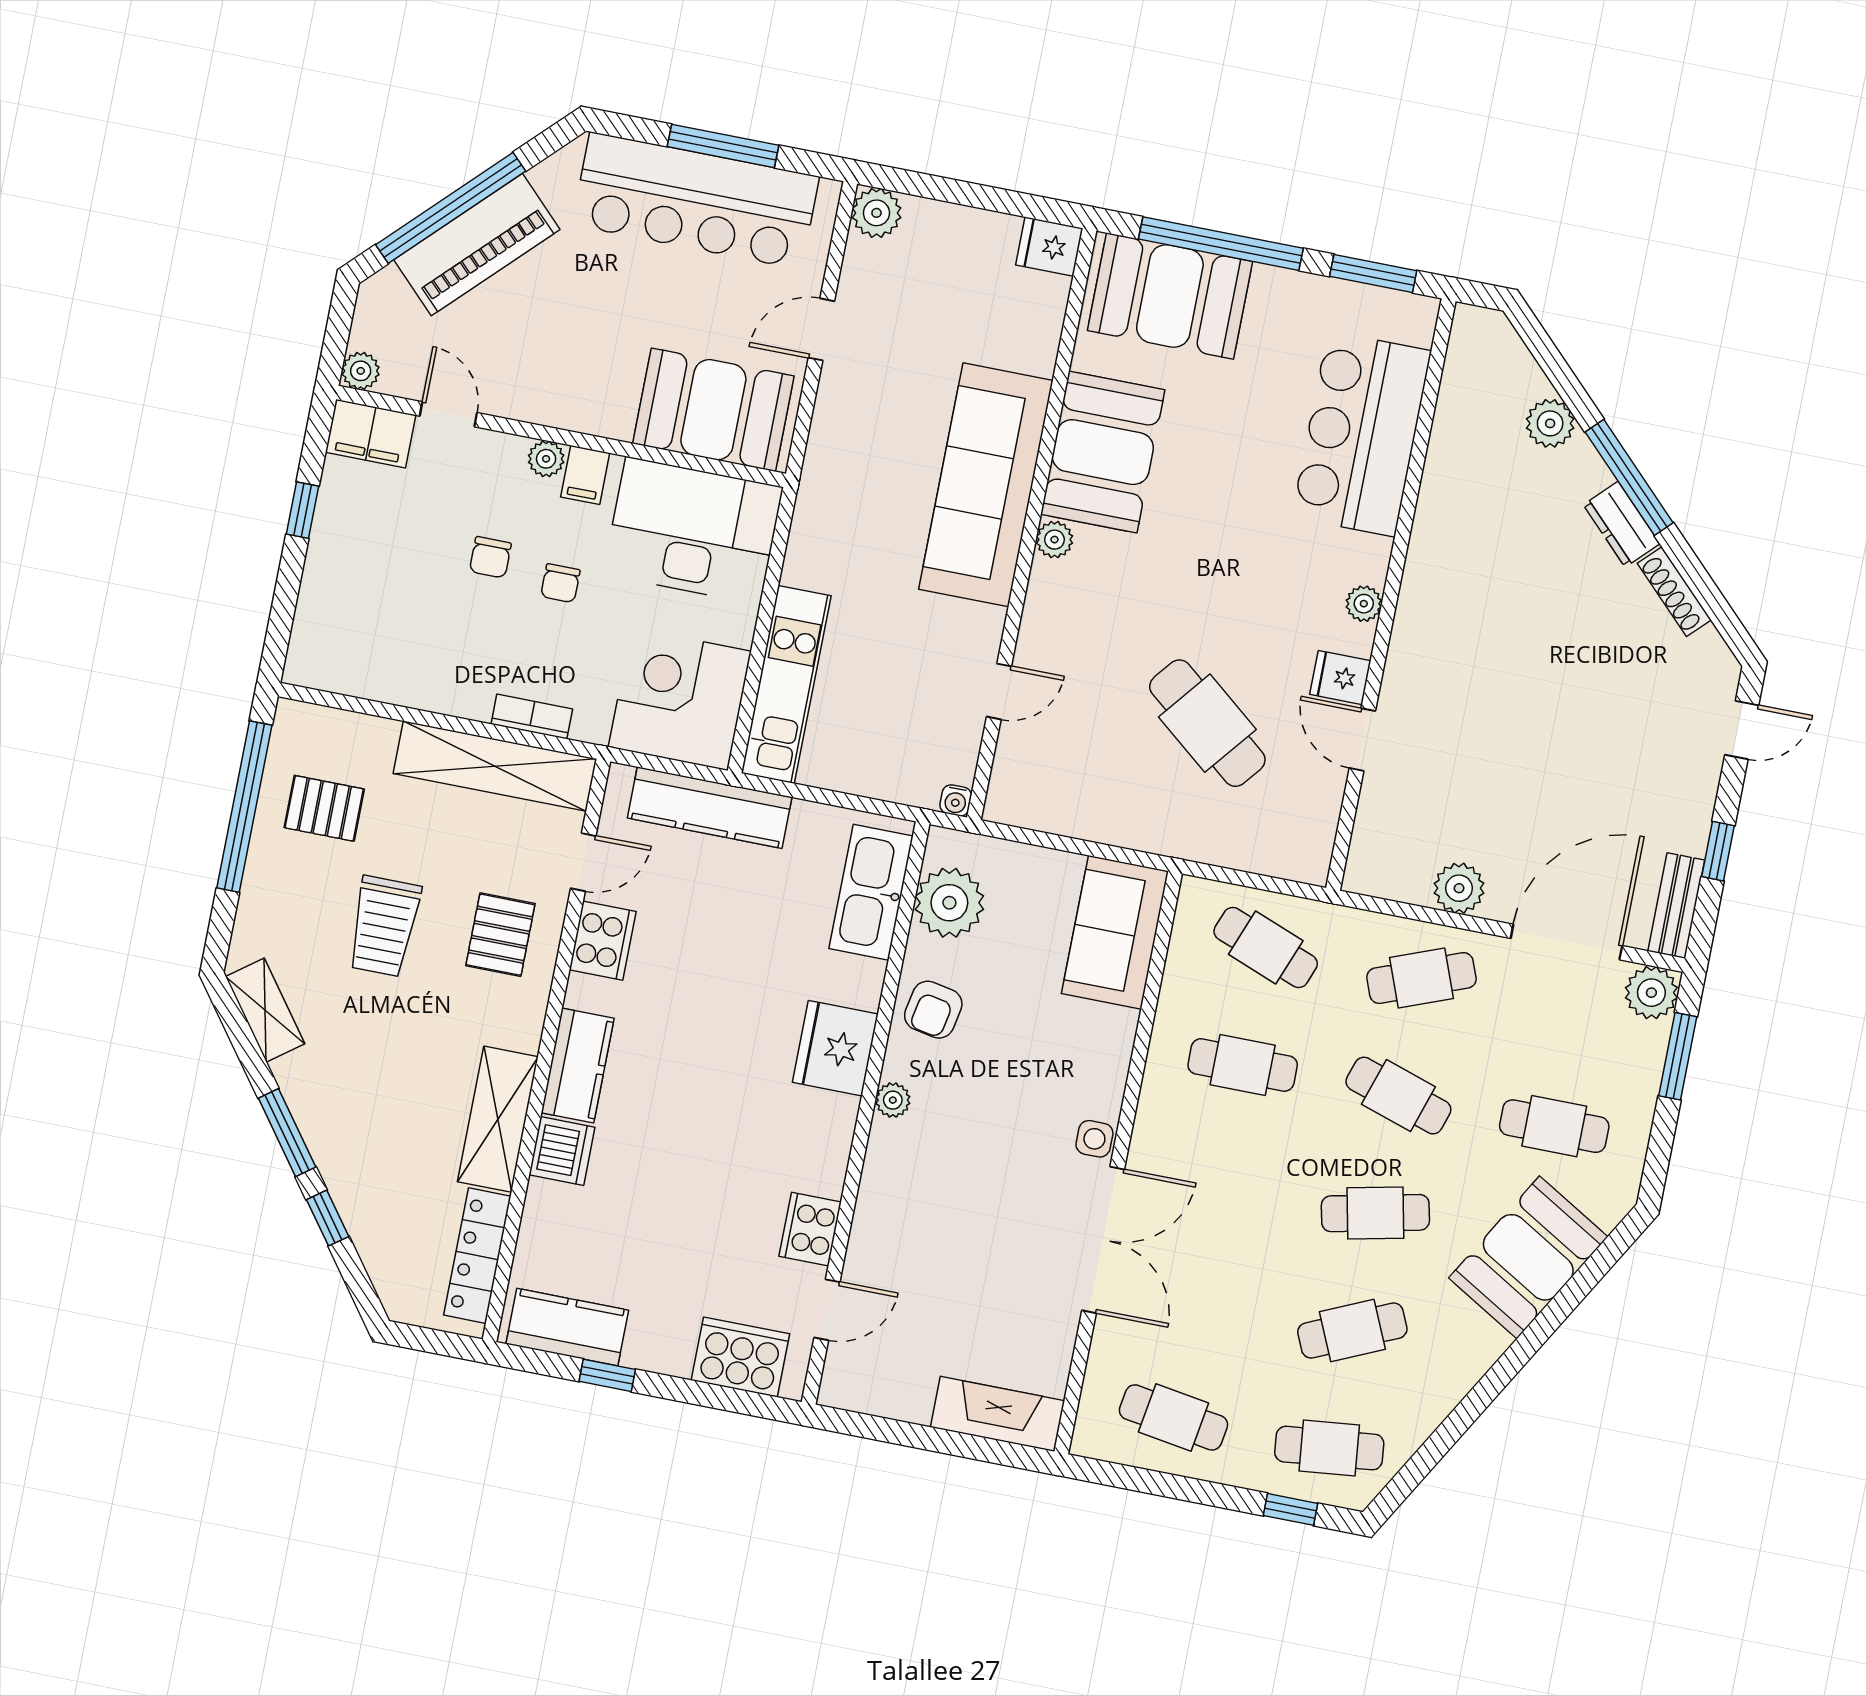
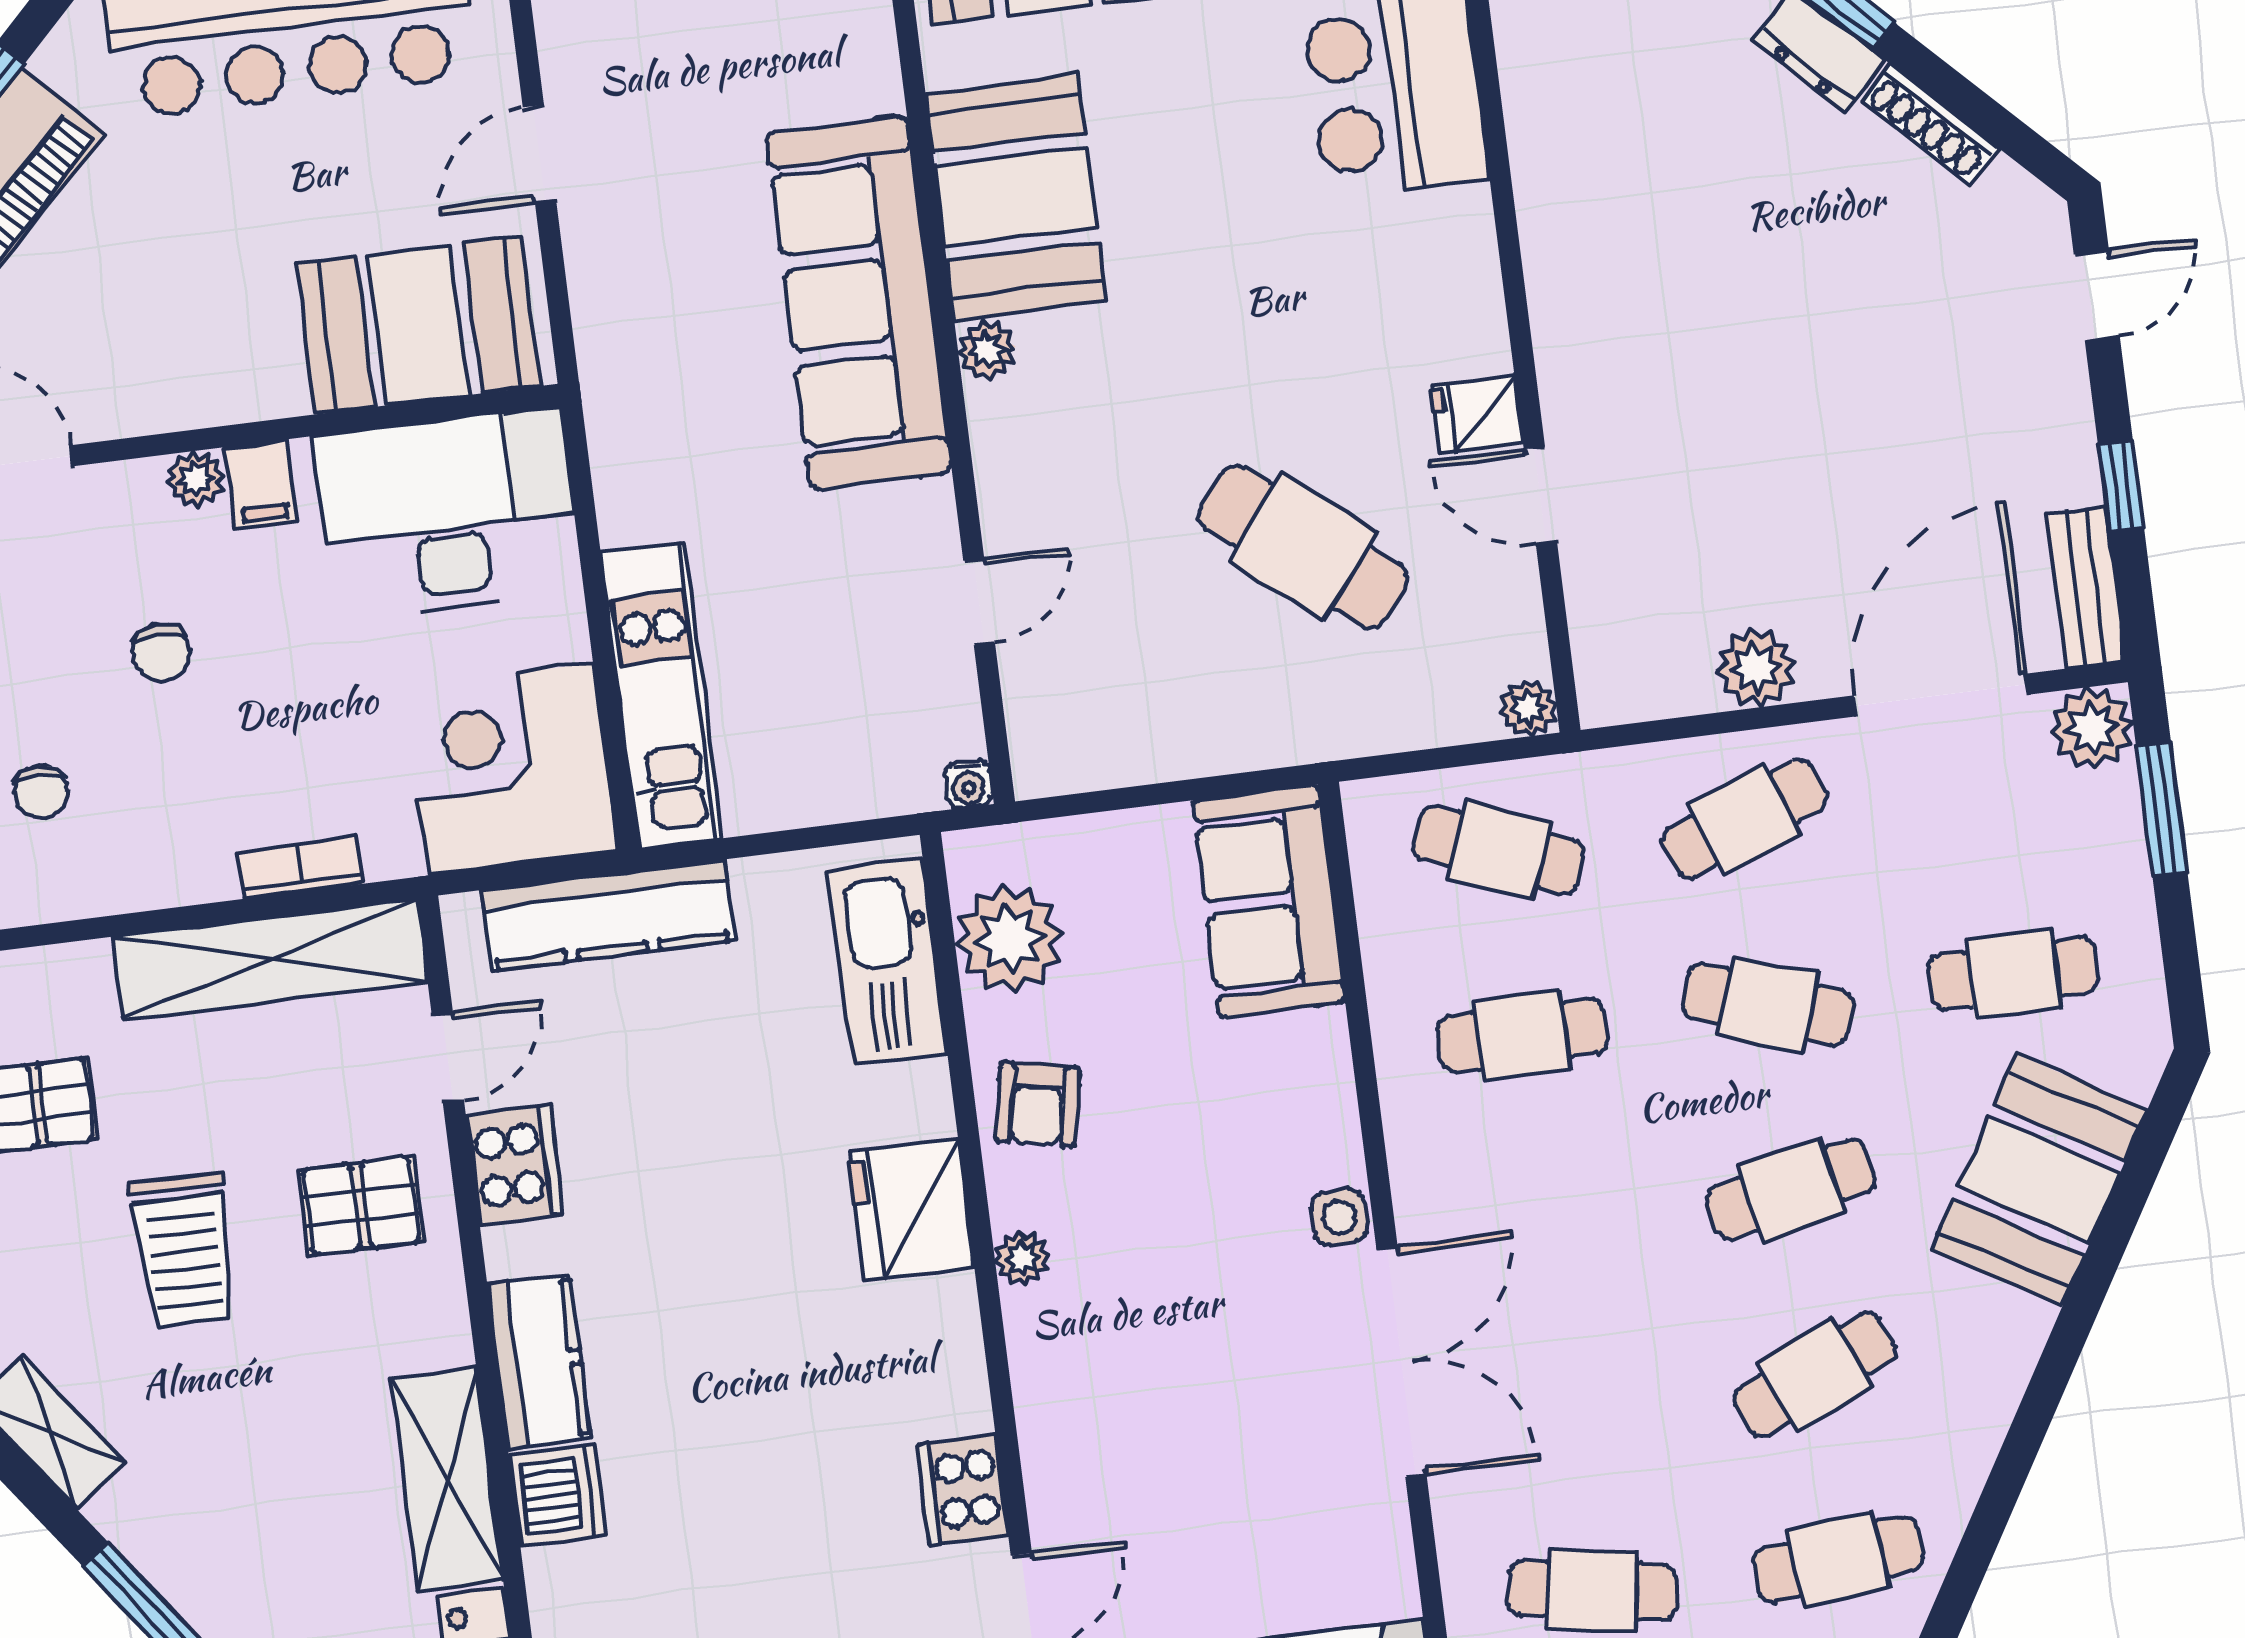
chair: (560, 583) -> (41, 792), moved
plant: (1364, 604) -> (1528, 708), moved
pallet: (500, 935) -> (361, 1206), turned 90

